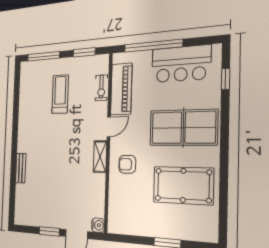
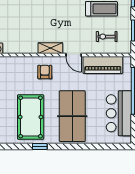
window: (226, 79) -> (40, 147), moved
exercise bike: (101, 88) -> (107, 37), moved

